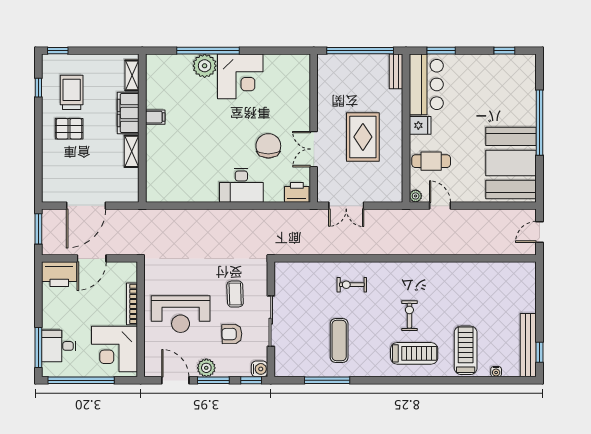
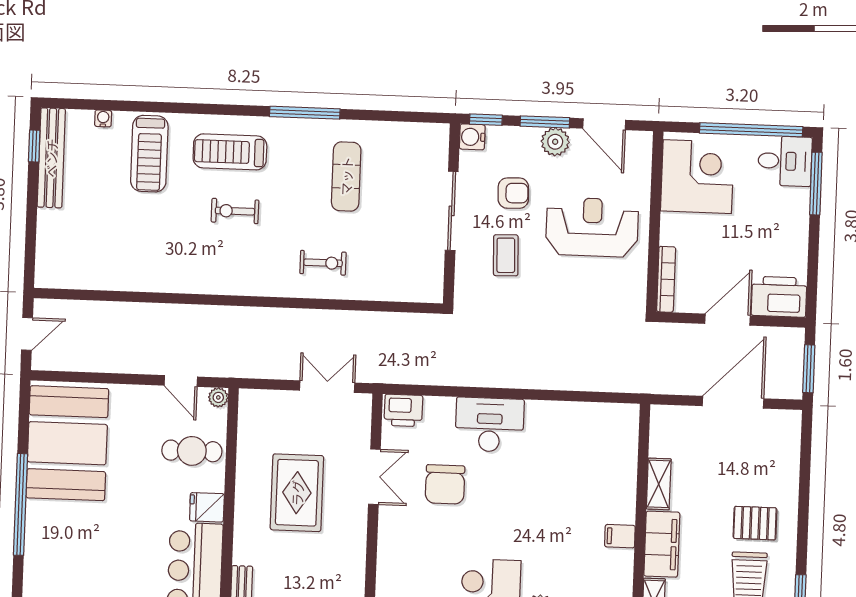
bookcase: (132, 304) -> (666, 279), moved
exercise bike: (409, 316) -> (235, 211), turned 90
desk: (59, 346) -> (785, 161), moved
window: (327, 380) -> (305, 113), moved

